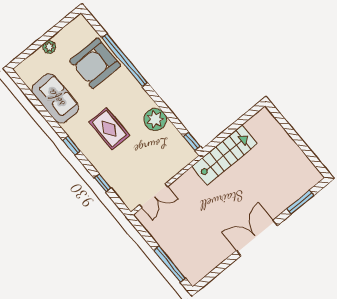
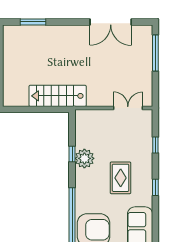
window: (192, 142) -> (72, 154), moved
double door: (257, 238) -> (111, 22), moved

